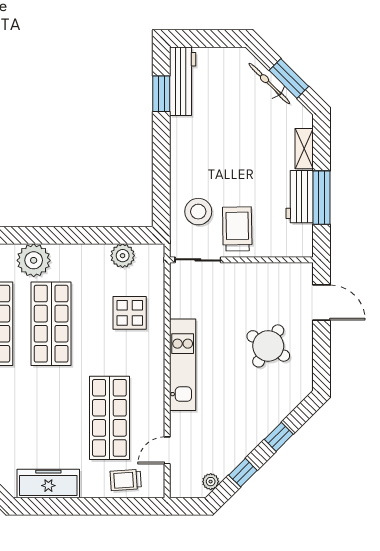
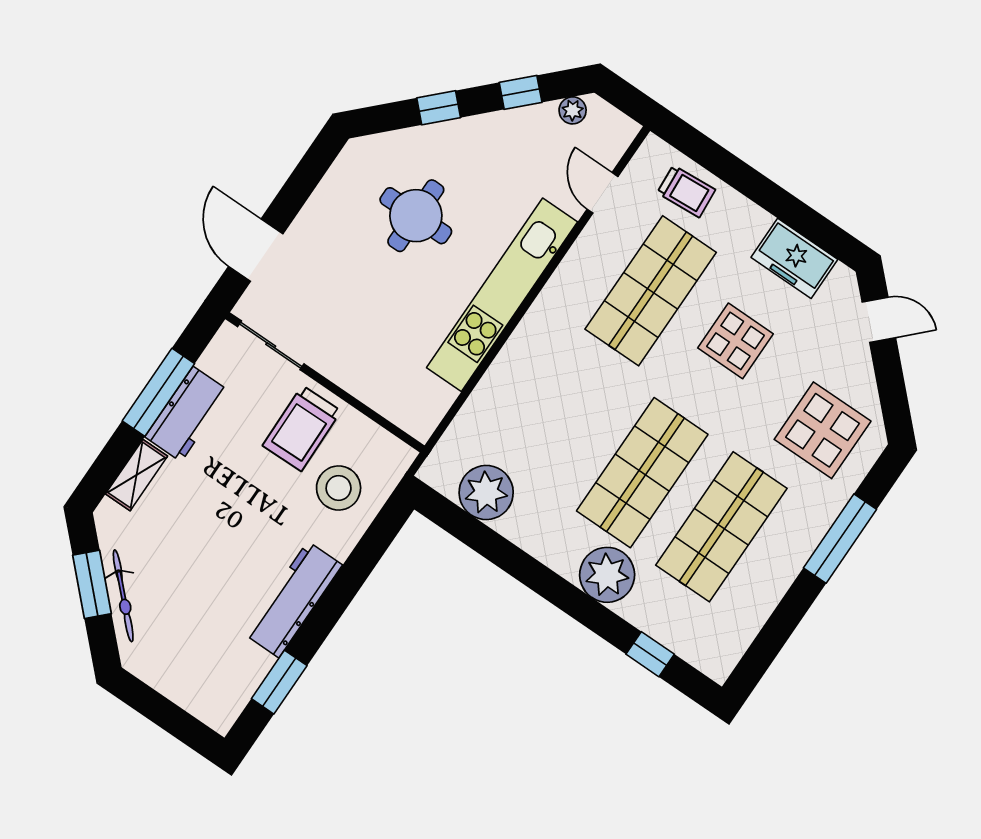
workbench: (183, 81) -> (293, 600), moved
plant: (123, 256) -> (486, 493), width x1.36, depth x1.36
sliding door: (198, 260) -> (271, 345), moved
display table: (130, 313) -> (735, 341), moved
round table: (268, 346) -> (416, 216), moved, turned -32
kitchen unit: (183, 365) -> (502, 295), width x1.36
door: (167, 450) -> (603, 193), swing flipped
freezer: (48, 484) -> (794, 258), width x0.71

